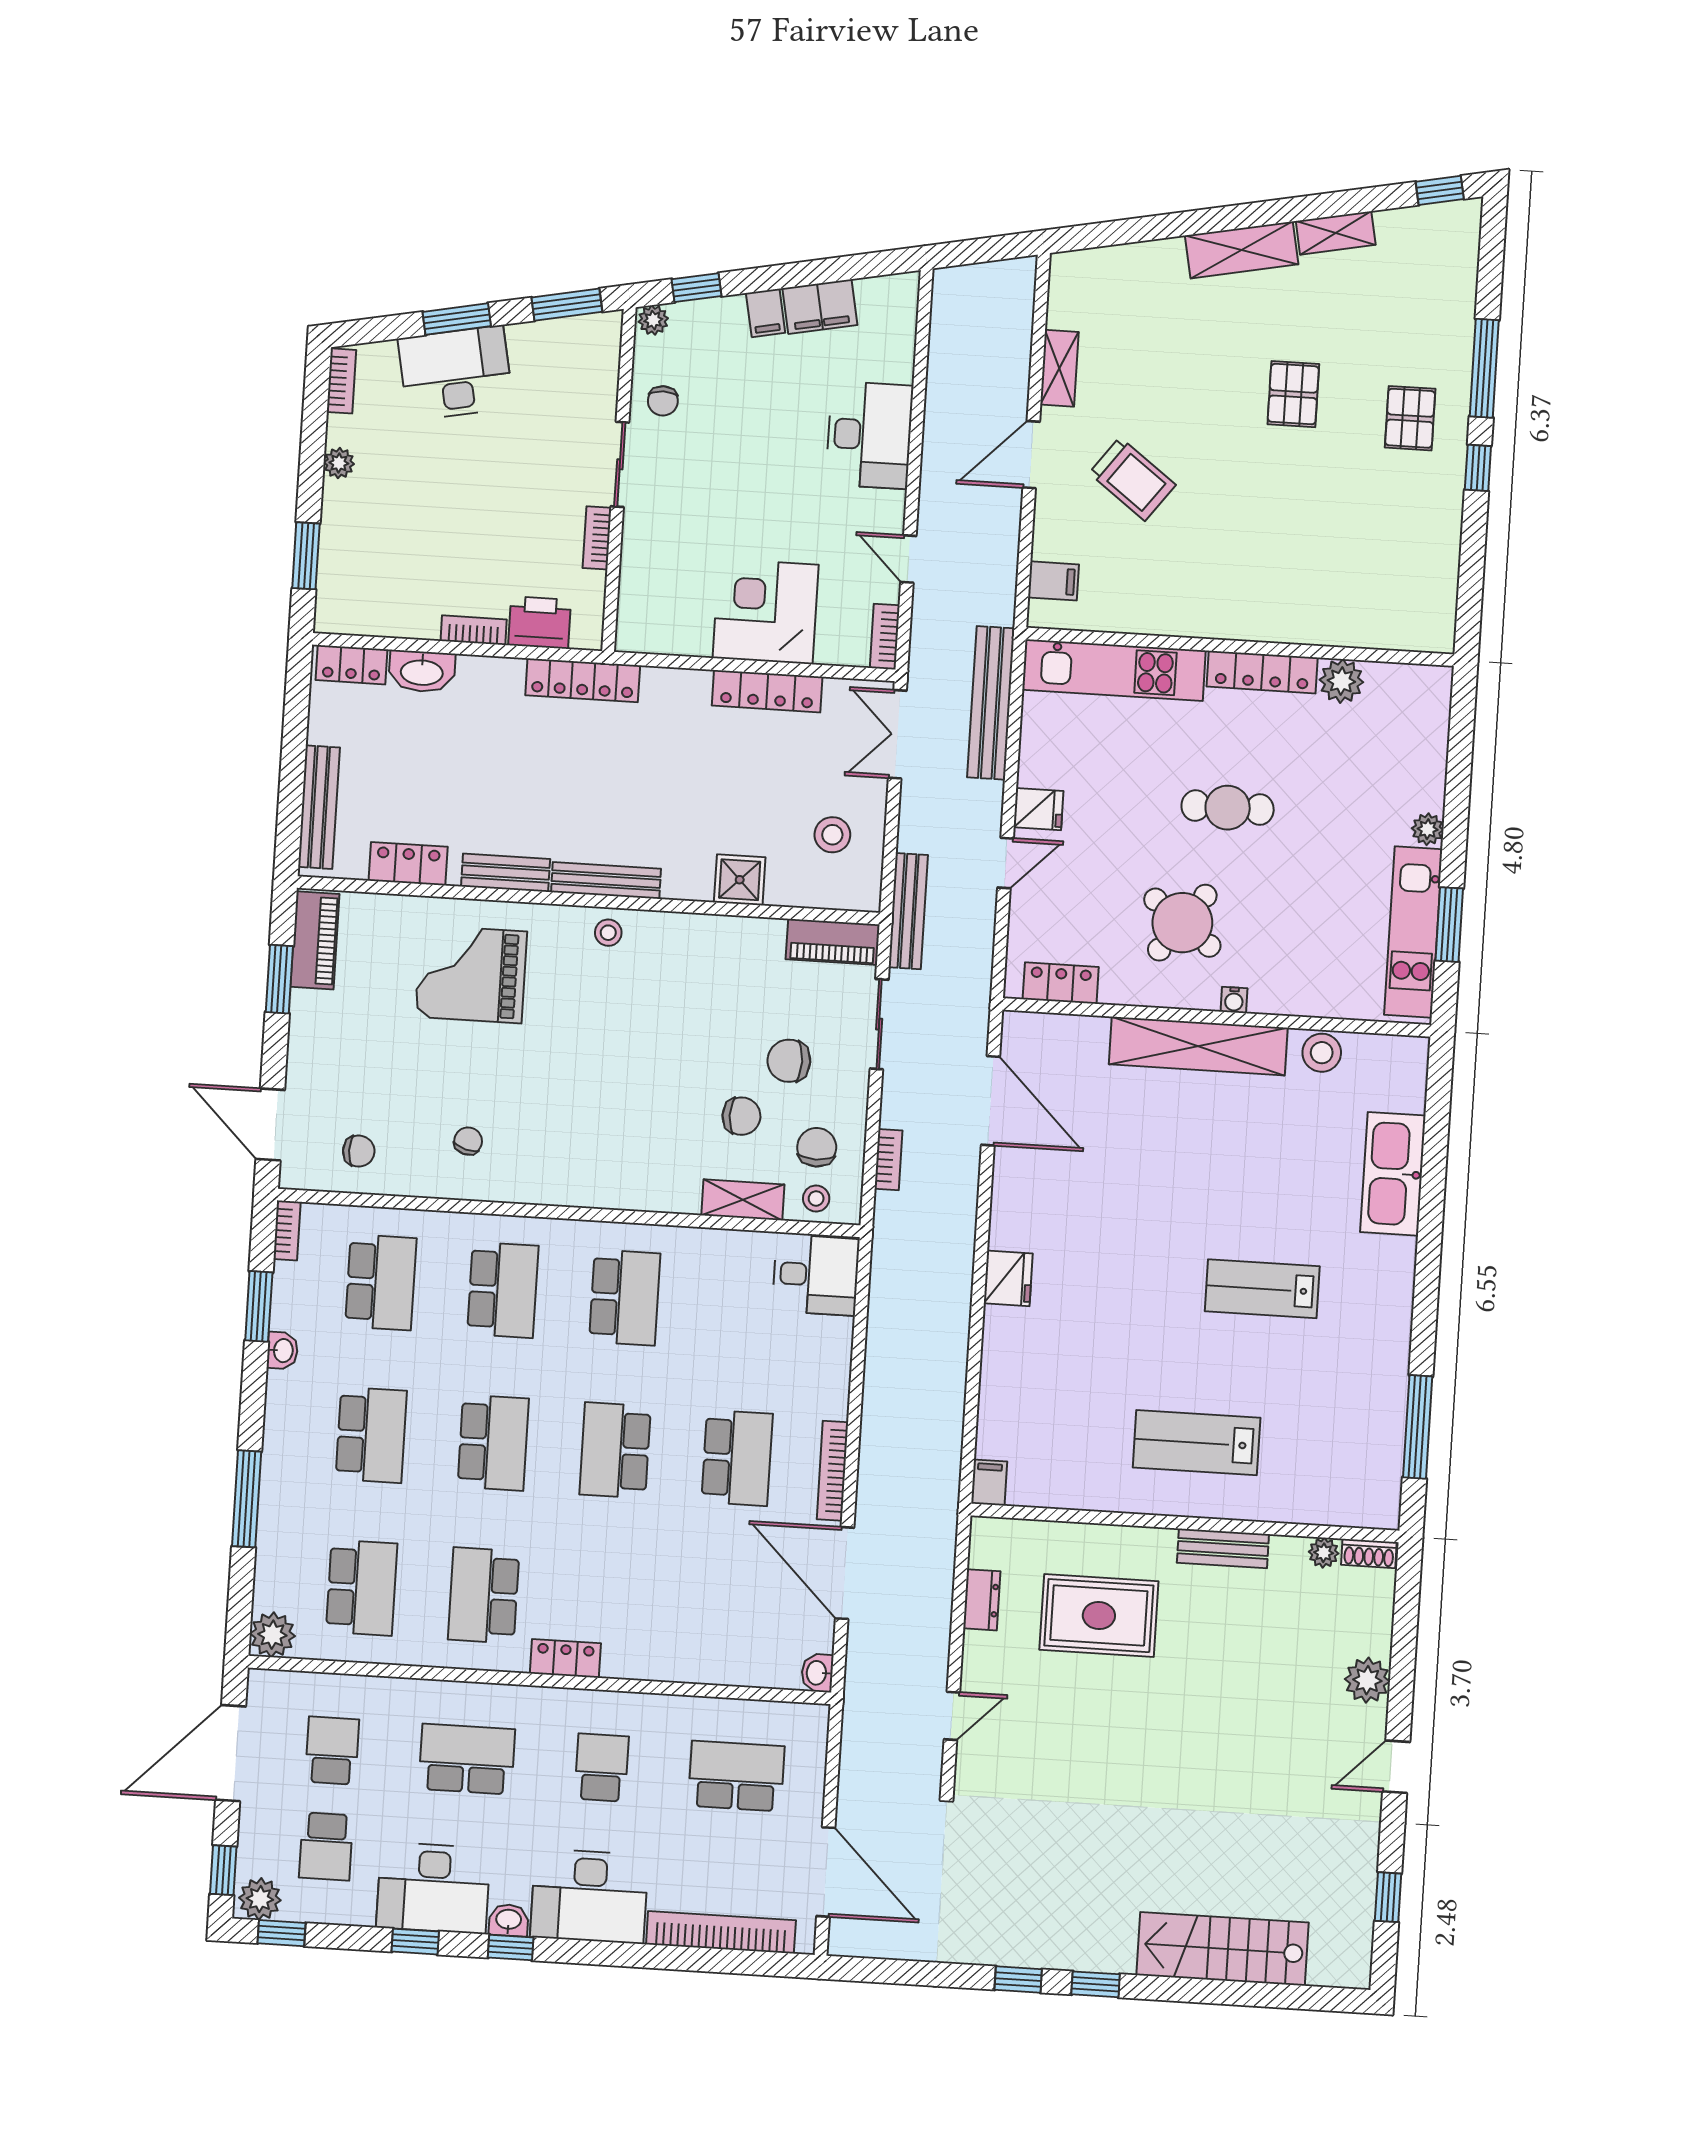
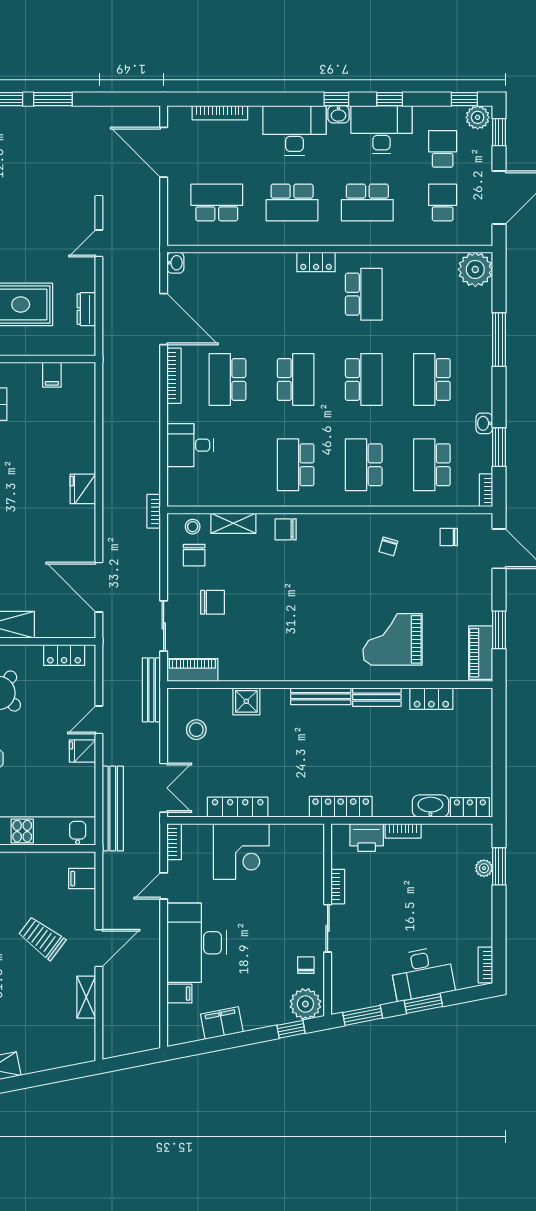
filing cabinet: (766, 313) -> (179, 994), moved, turned 101
plant: (653, 320) -> (305, 1004), width x1.88, depth x1.88
desk: (869, 435) -> (197, 943), width x1.36, depth x1.30
plant: (339, 463) -> (484, 868), moved
door: (908, 559) -> (164, 886), swing flipped
bench: (319, 807) -> (483, 727), removed
stool: (608, 933) -> (318, 667), removed
grand piano: (471, 974) -> (392, 639), turned 180
chair: (741, 1116) -> (286, 529), moved
bookcase: (888, 1160) -> (154, 511), moved
desk: (816, 1275) -> (190, 445), moved
school desk: (493, 1443) -> (364, 379), turned 180
filing cabinet: (989, 1483) -> (52, 375), moved
school desk: (362, 1588) -> (432, 294), removed
plant: (272, 1635) -> (475, 269), width x1.36, depth x1.36
school desk: (332, 1751) -> (443, 202), turned 180
school desk: (602, 1768) -> (292, 202), width x1.85
school desk: (736, 1776) -> (217, 202), turned 180
bookcase: (721, 1932) -> (220, 113), width x0.68, depth x0.76
window: (1018, 1979) -> (53, 99), width x1.50

